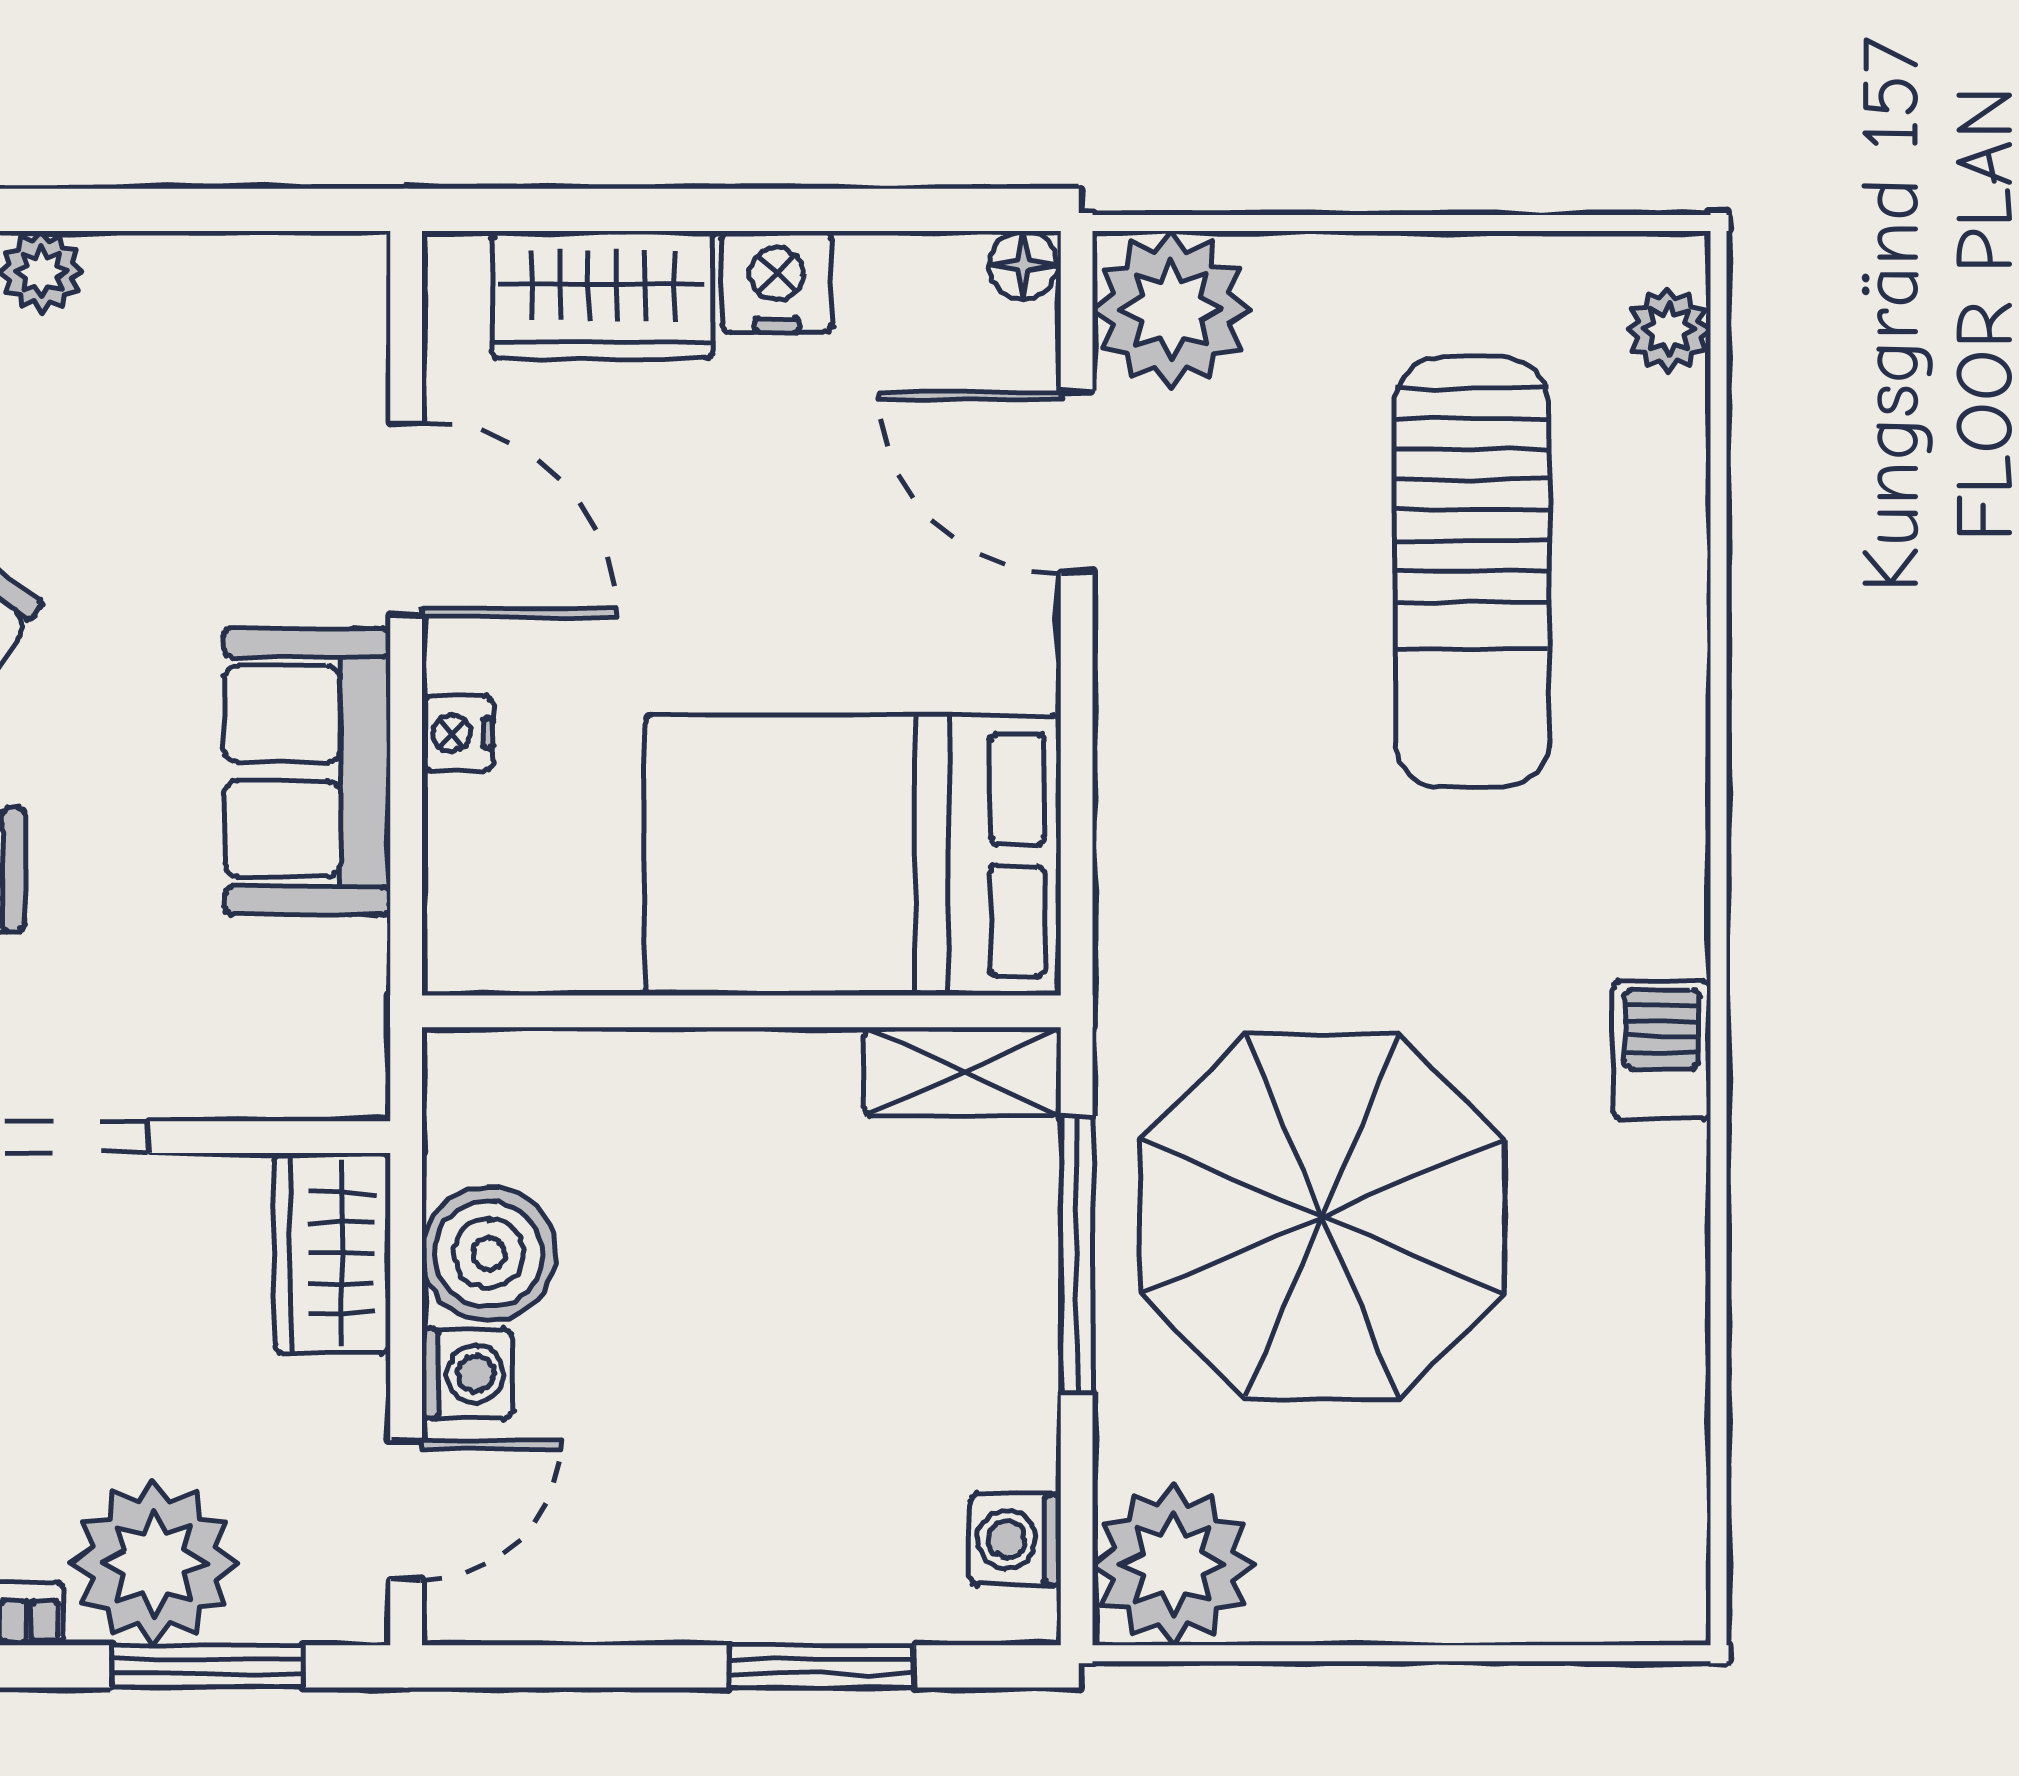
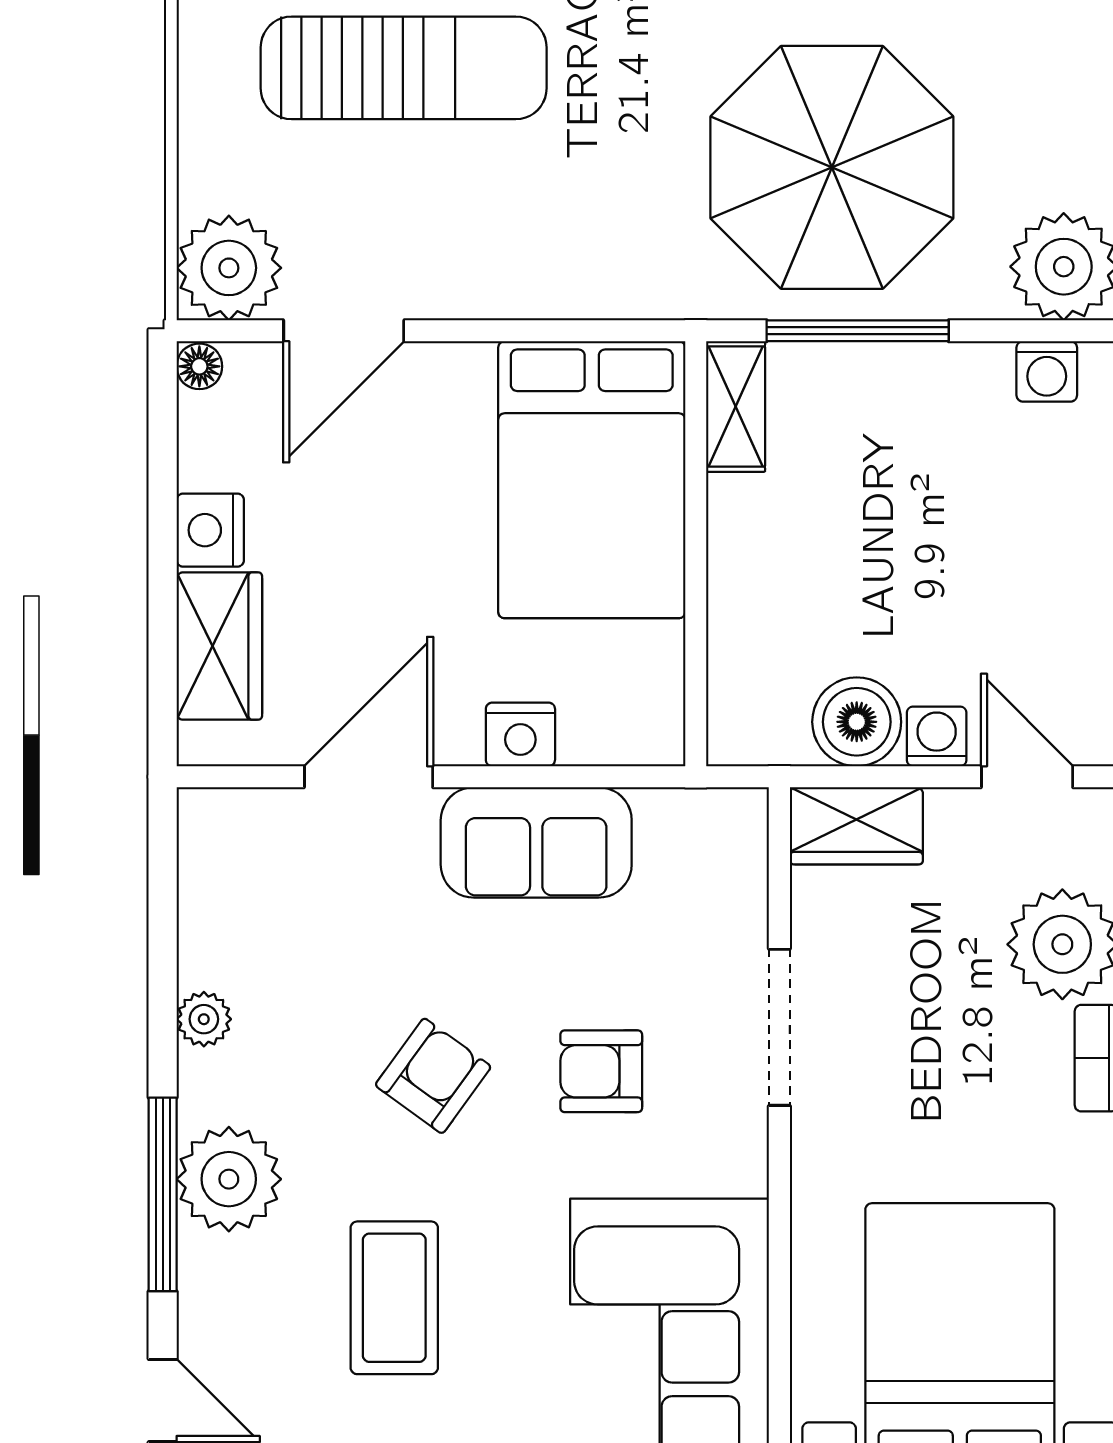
nightstand: (457, 733) -> (520, 734), width x1.39, depth x1.35

